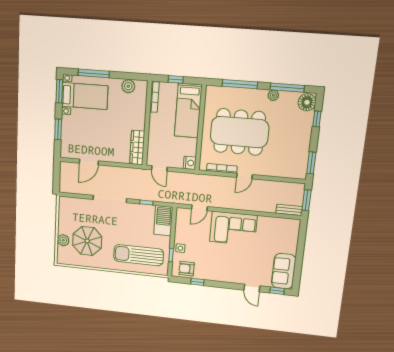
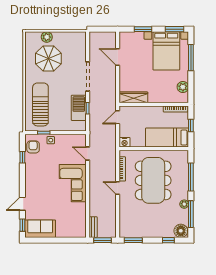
bed with nightstands: (85, 96) -> (166, 51), width x1.36
barbecue: (163, 221) -> (79, 108), moved, turned -90

